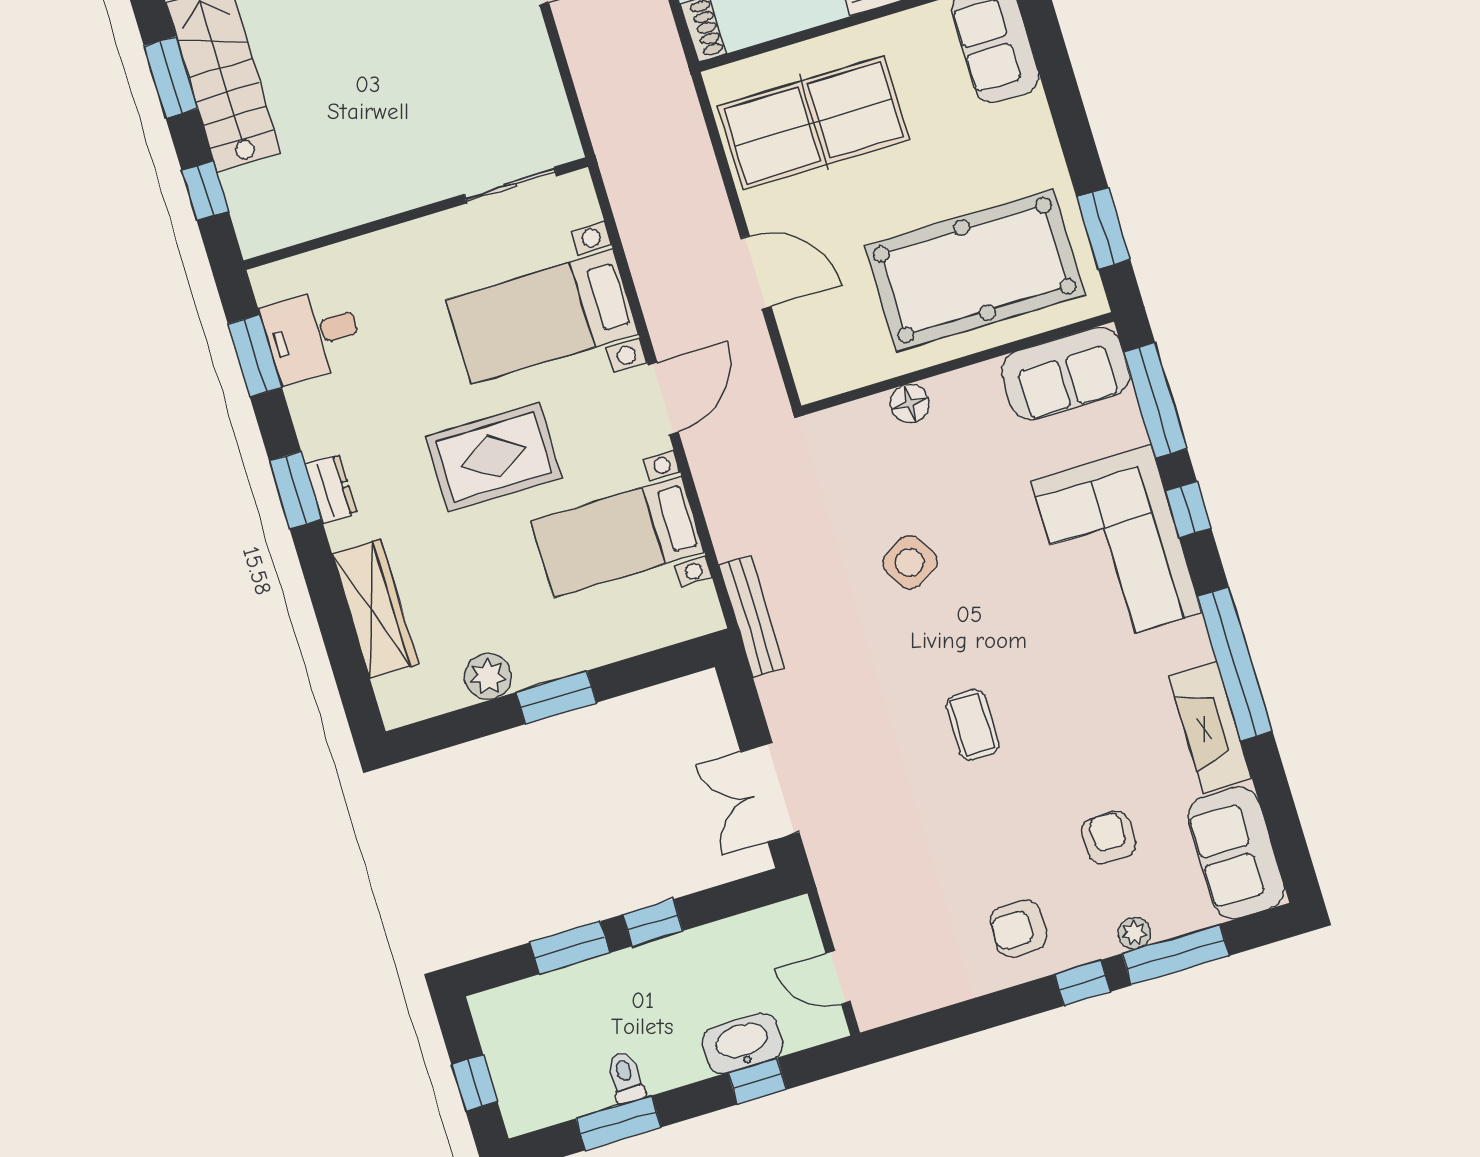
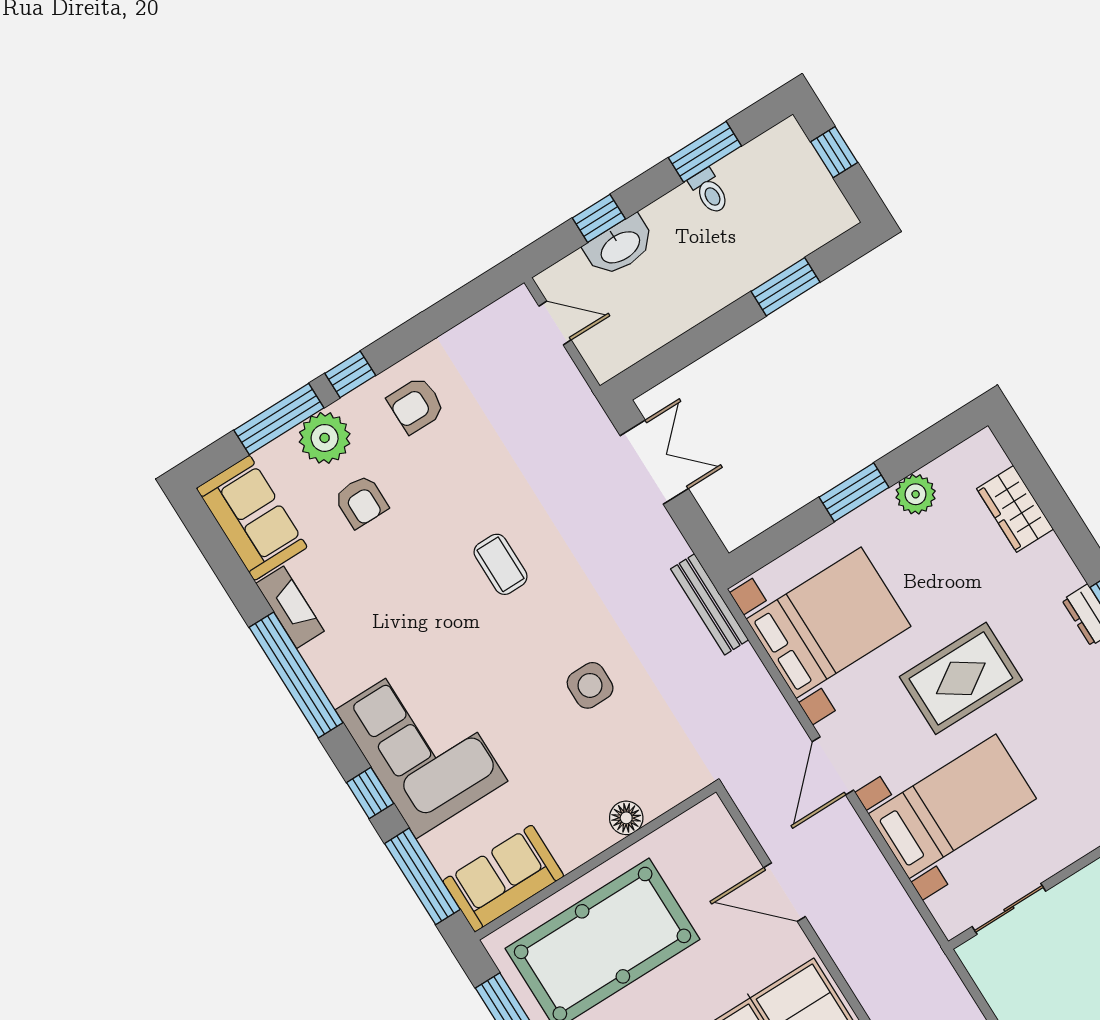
bed with nightstands: (618, 537) -> (828, 623), width x1.36
side table: (910, 562) -> (590, 685), turned 30
wardrobe: (375, 609) -> (1015, 509), width x0.67
fireplace: (1210, 727) -> (290, 607), width x0.73, depth x0.76
window: (653, 923) -> (722, 327), removed
armchair: (1018, 928) -> (416, 405), turned 180
plant: (1134, 933) -> (325, 438), width x1.88, depth x1.88

